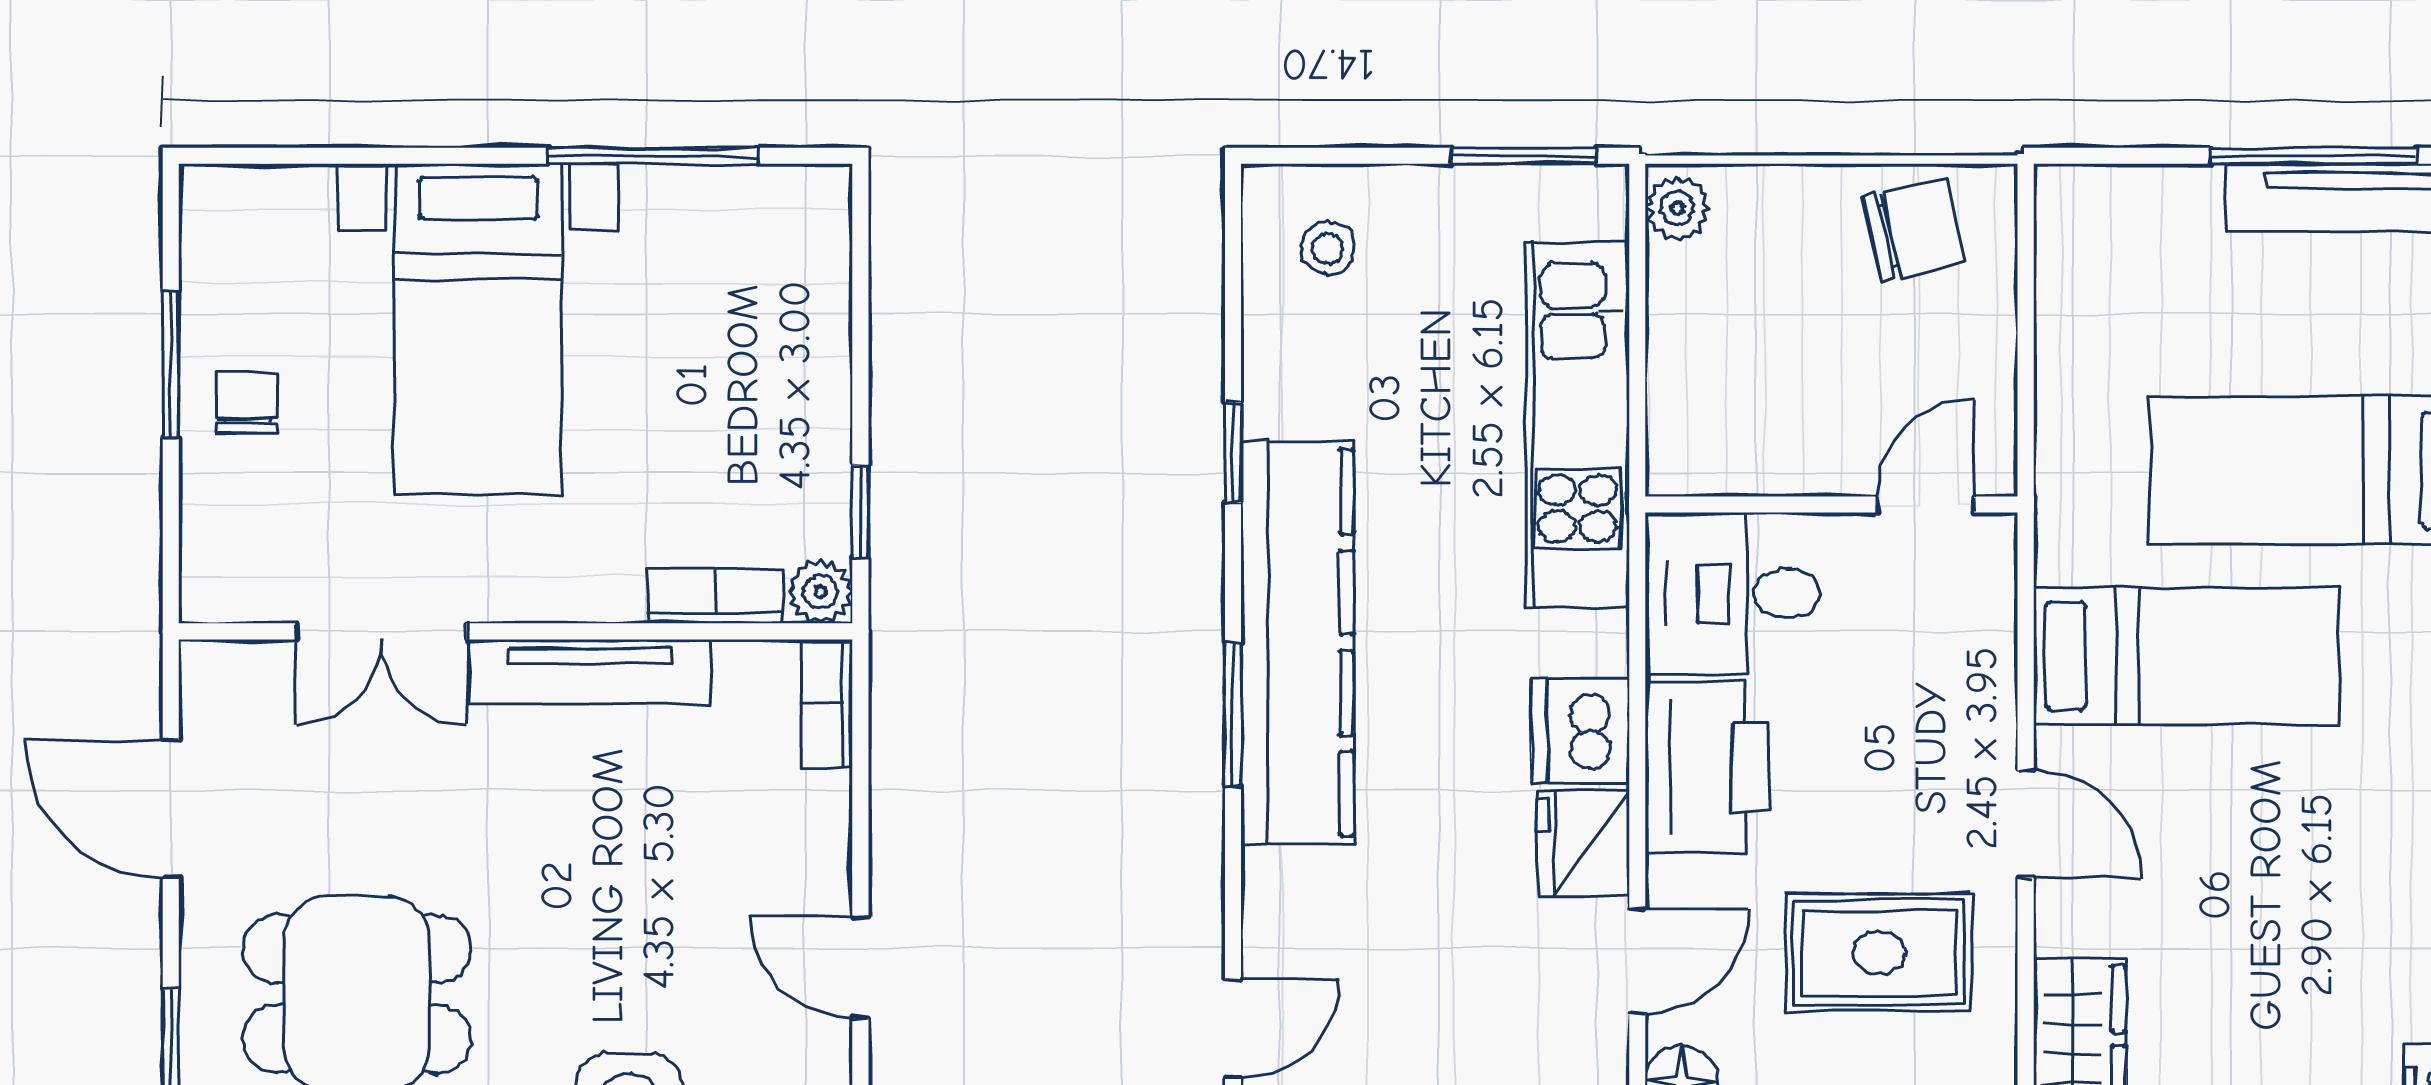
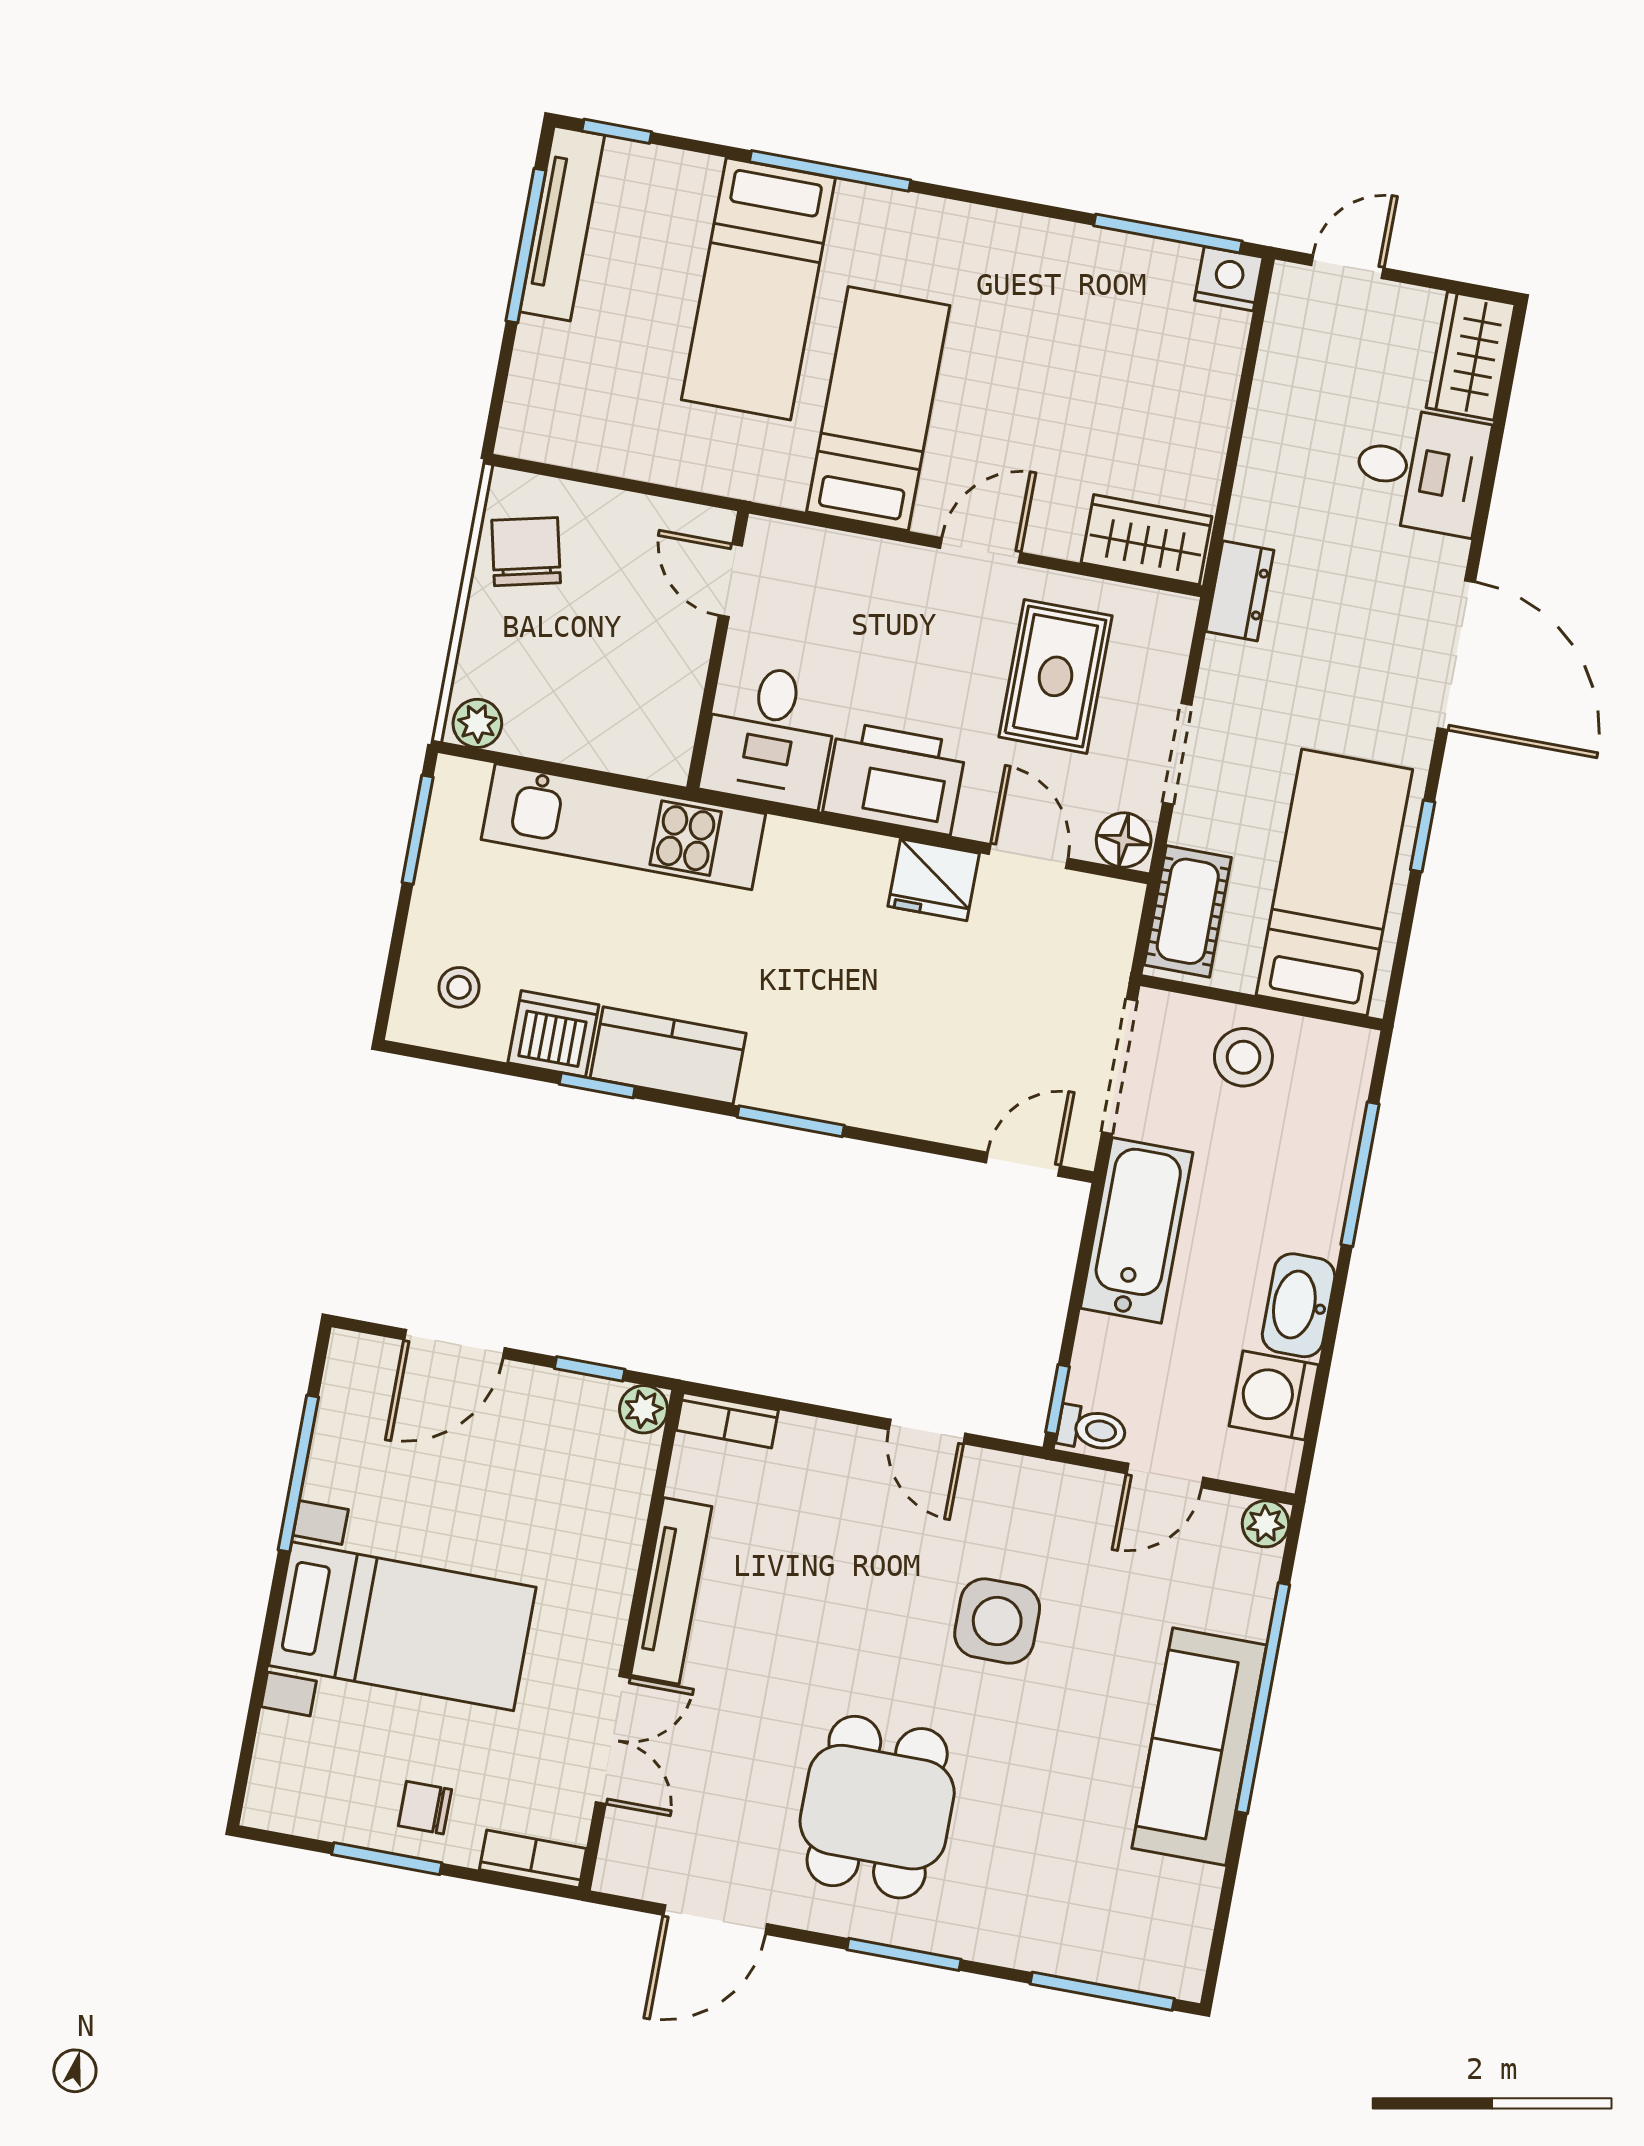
door: (860, 329) -> (454, 1344), added
bookcase: (715, 596) -> (533, 1859), moved, turned 90
kitchen counter: (1297, 643) -> (668, 1056), width x0.48, depth x0.86
dishwasher: (1580, 731) -> (553, 1034), moved, turned 180
door: (860, 968) -> (927, 1431), hinge flipped
door: (1233, 1029) -> (1023, 1164), hinge flipped

